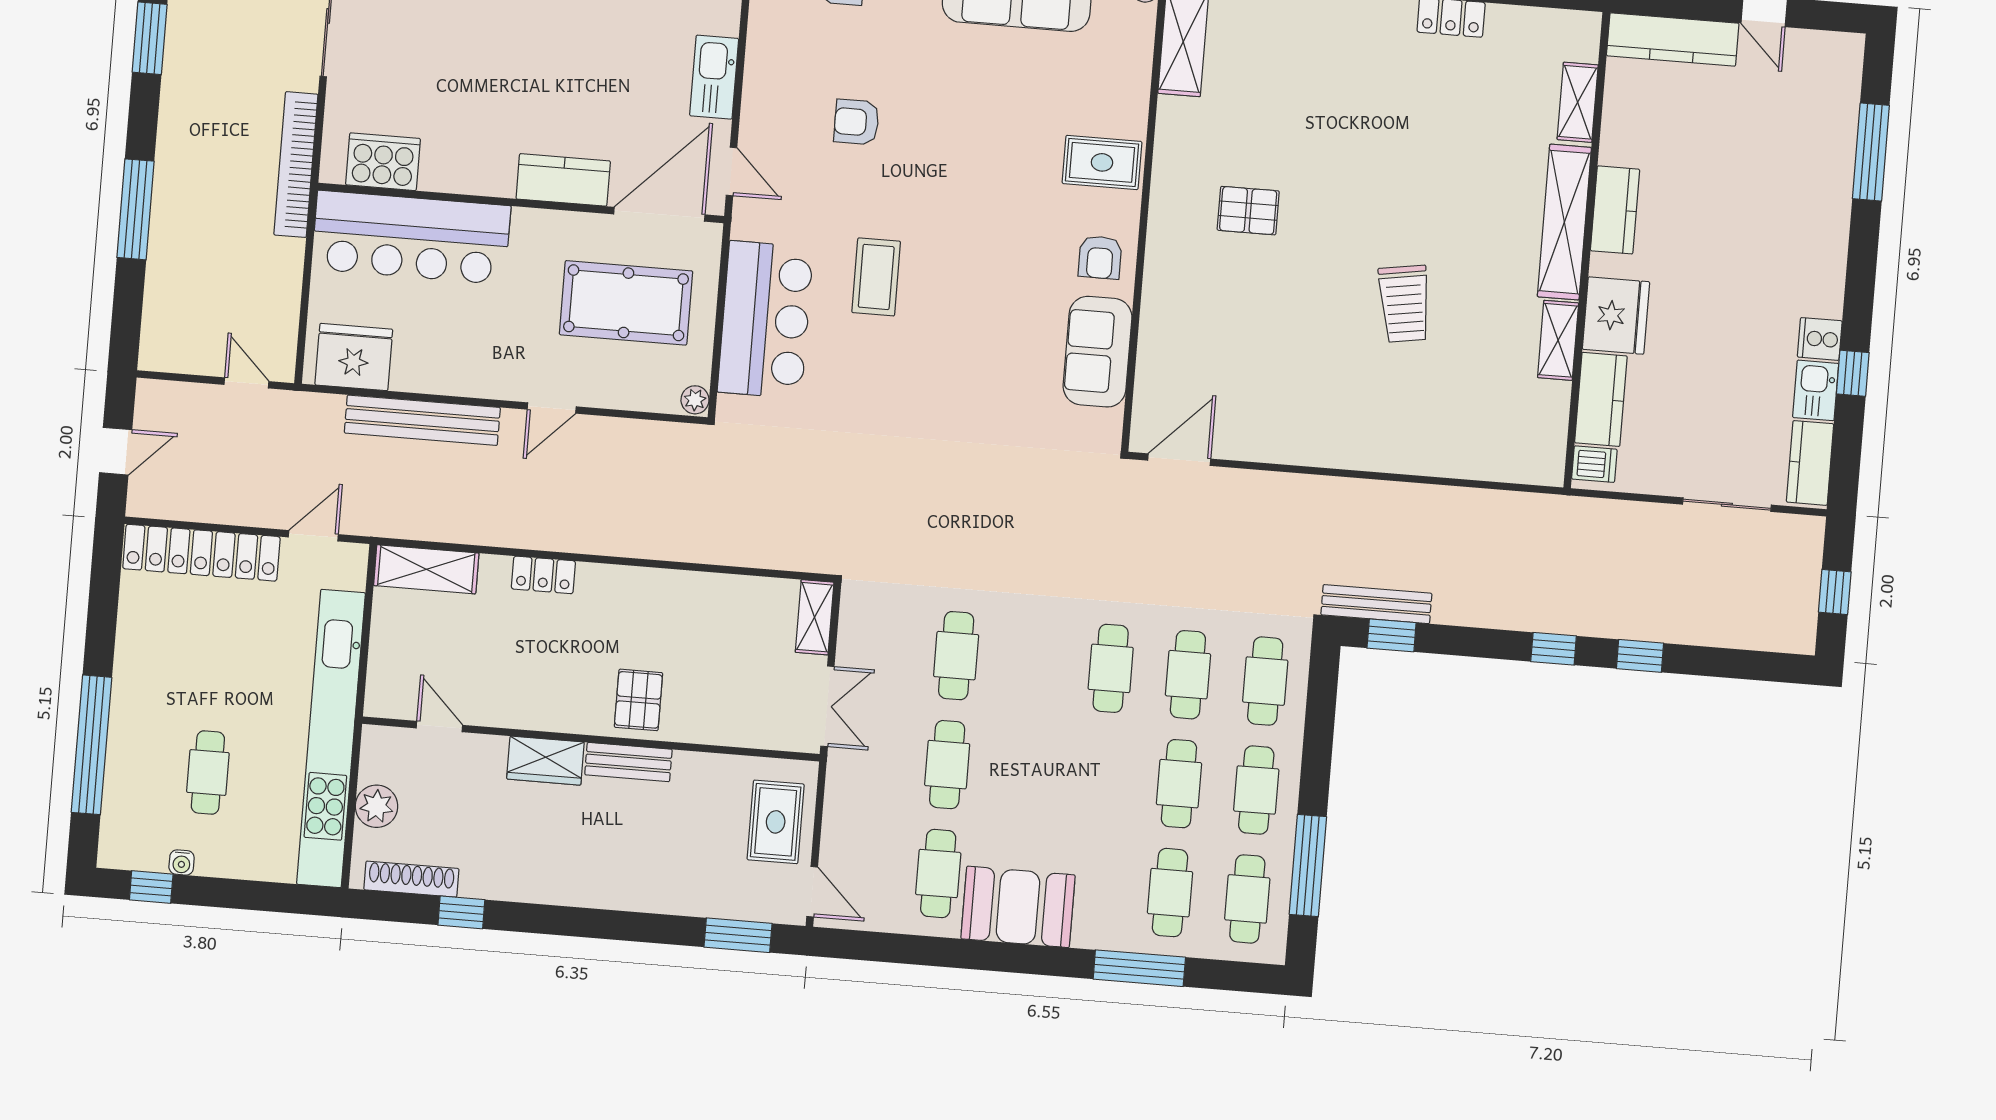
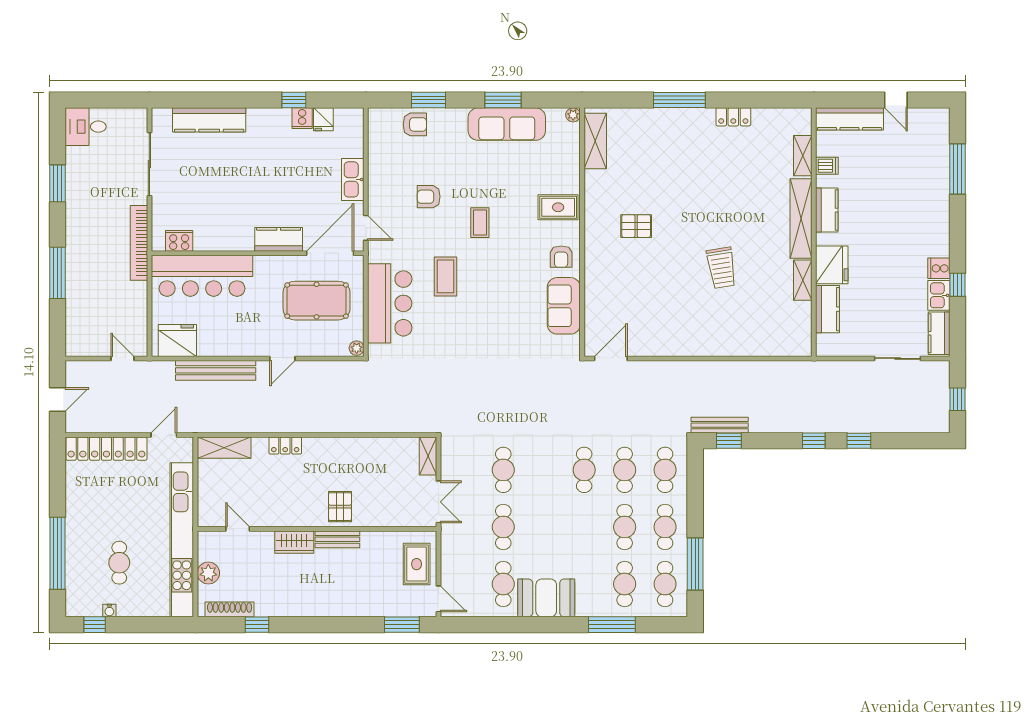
cooker: (383, 162) -> (179, 241), width x0.73, depth x0.76
coffee table: (950, 179) -> (480, 223), added
dishwasher: (1594, 464) -> (827, 166), moved

